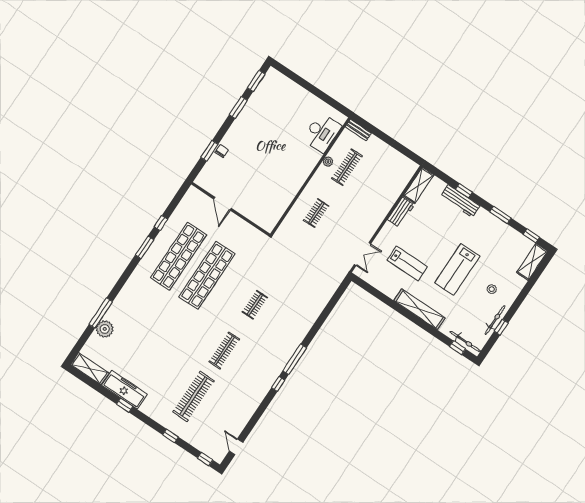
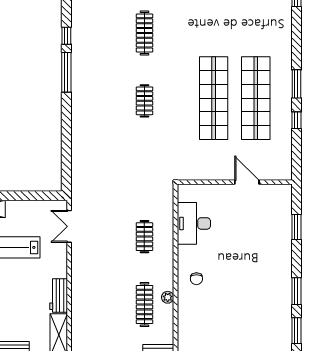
desk: (322, 133) -> (194, 223), moved
chair: (222, 151) -> (196, 279), moved

